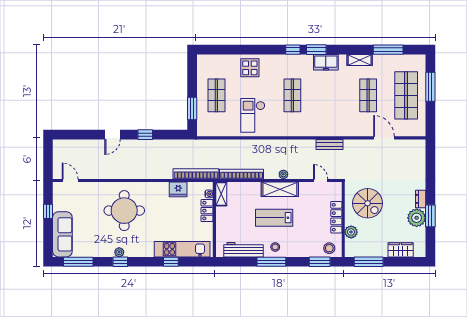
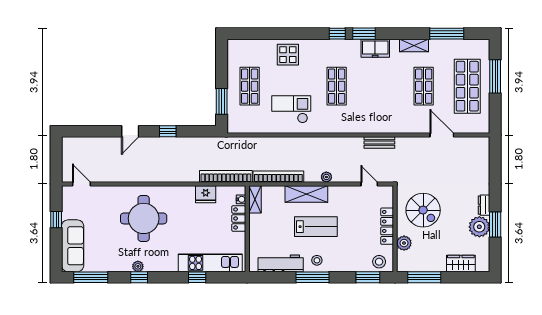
checkout: (253, 115) -> (291, 109), turned 90
shelving: (280, 189) -> (306, 194), moved
lab bench: (274, 218) -> (316, 227), turned 180

